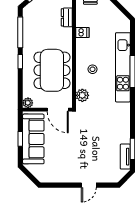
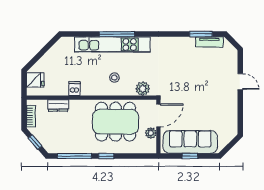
plant: (28, 103) -> (151, 133), moved

